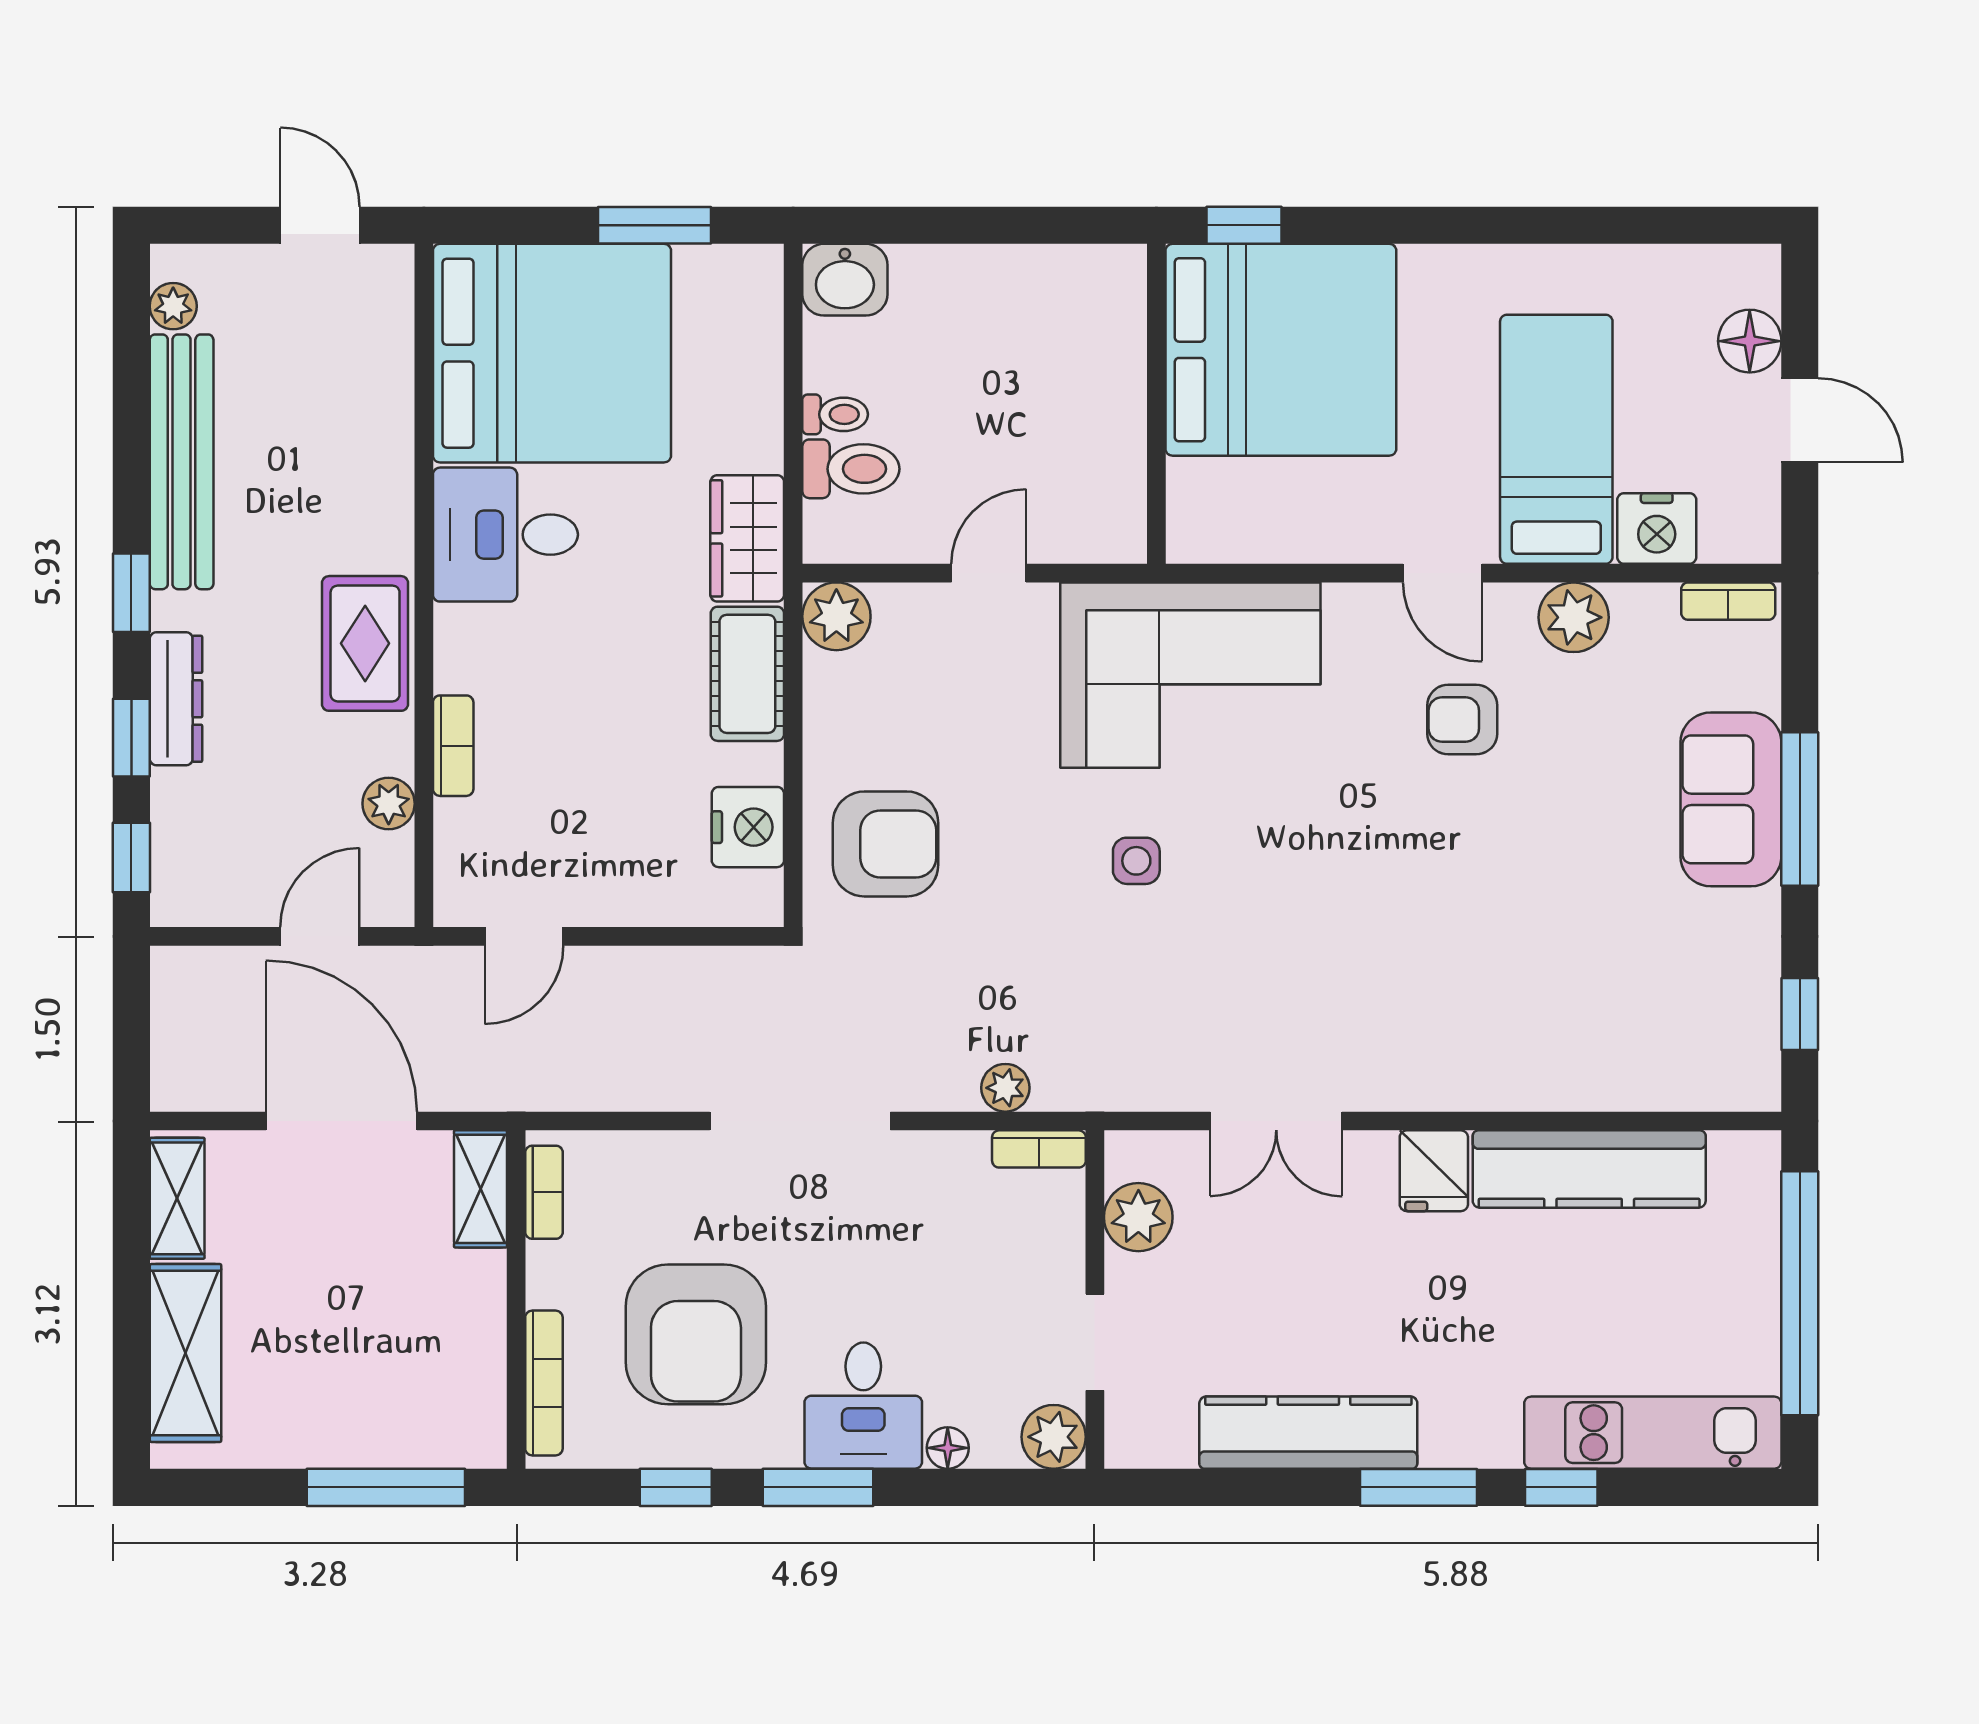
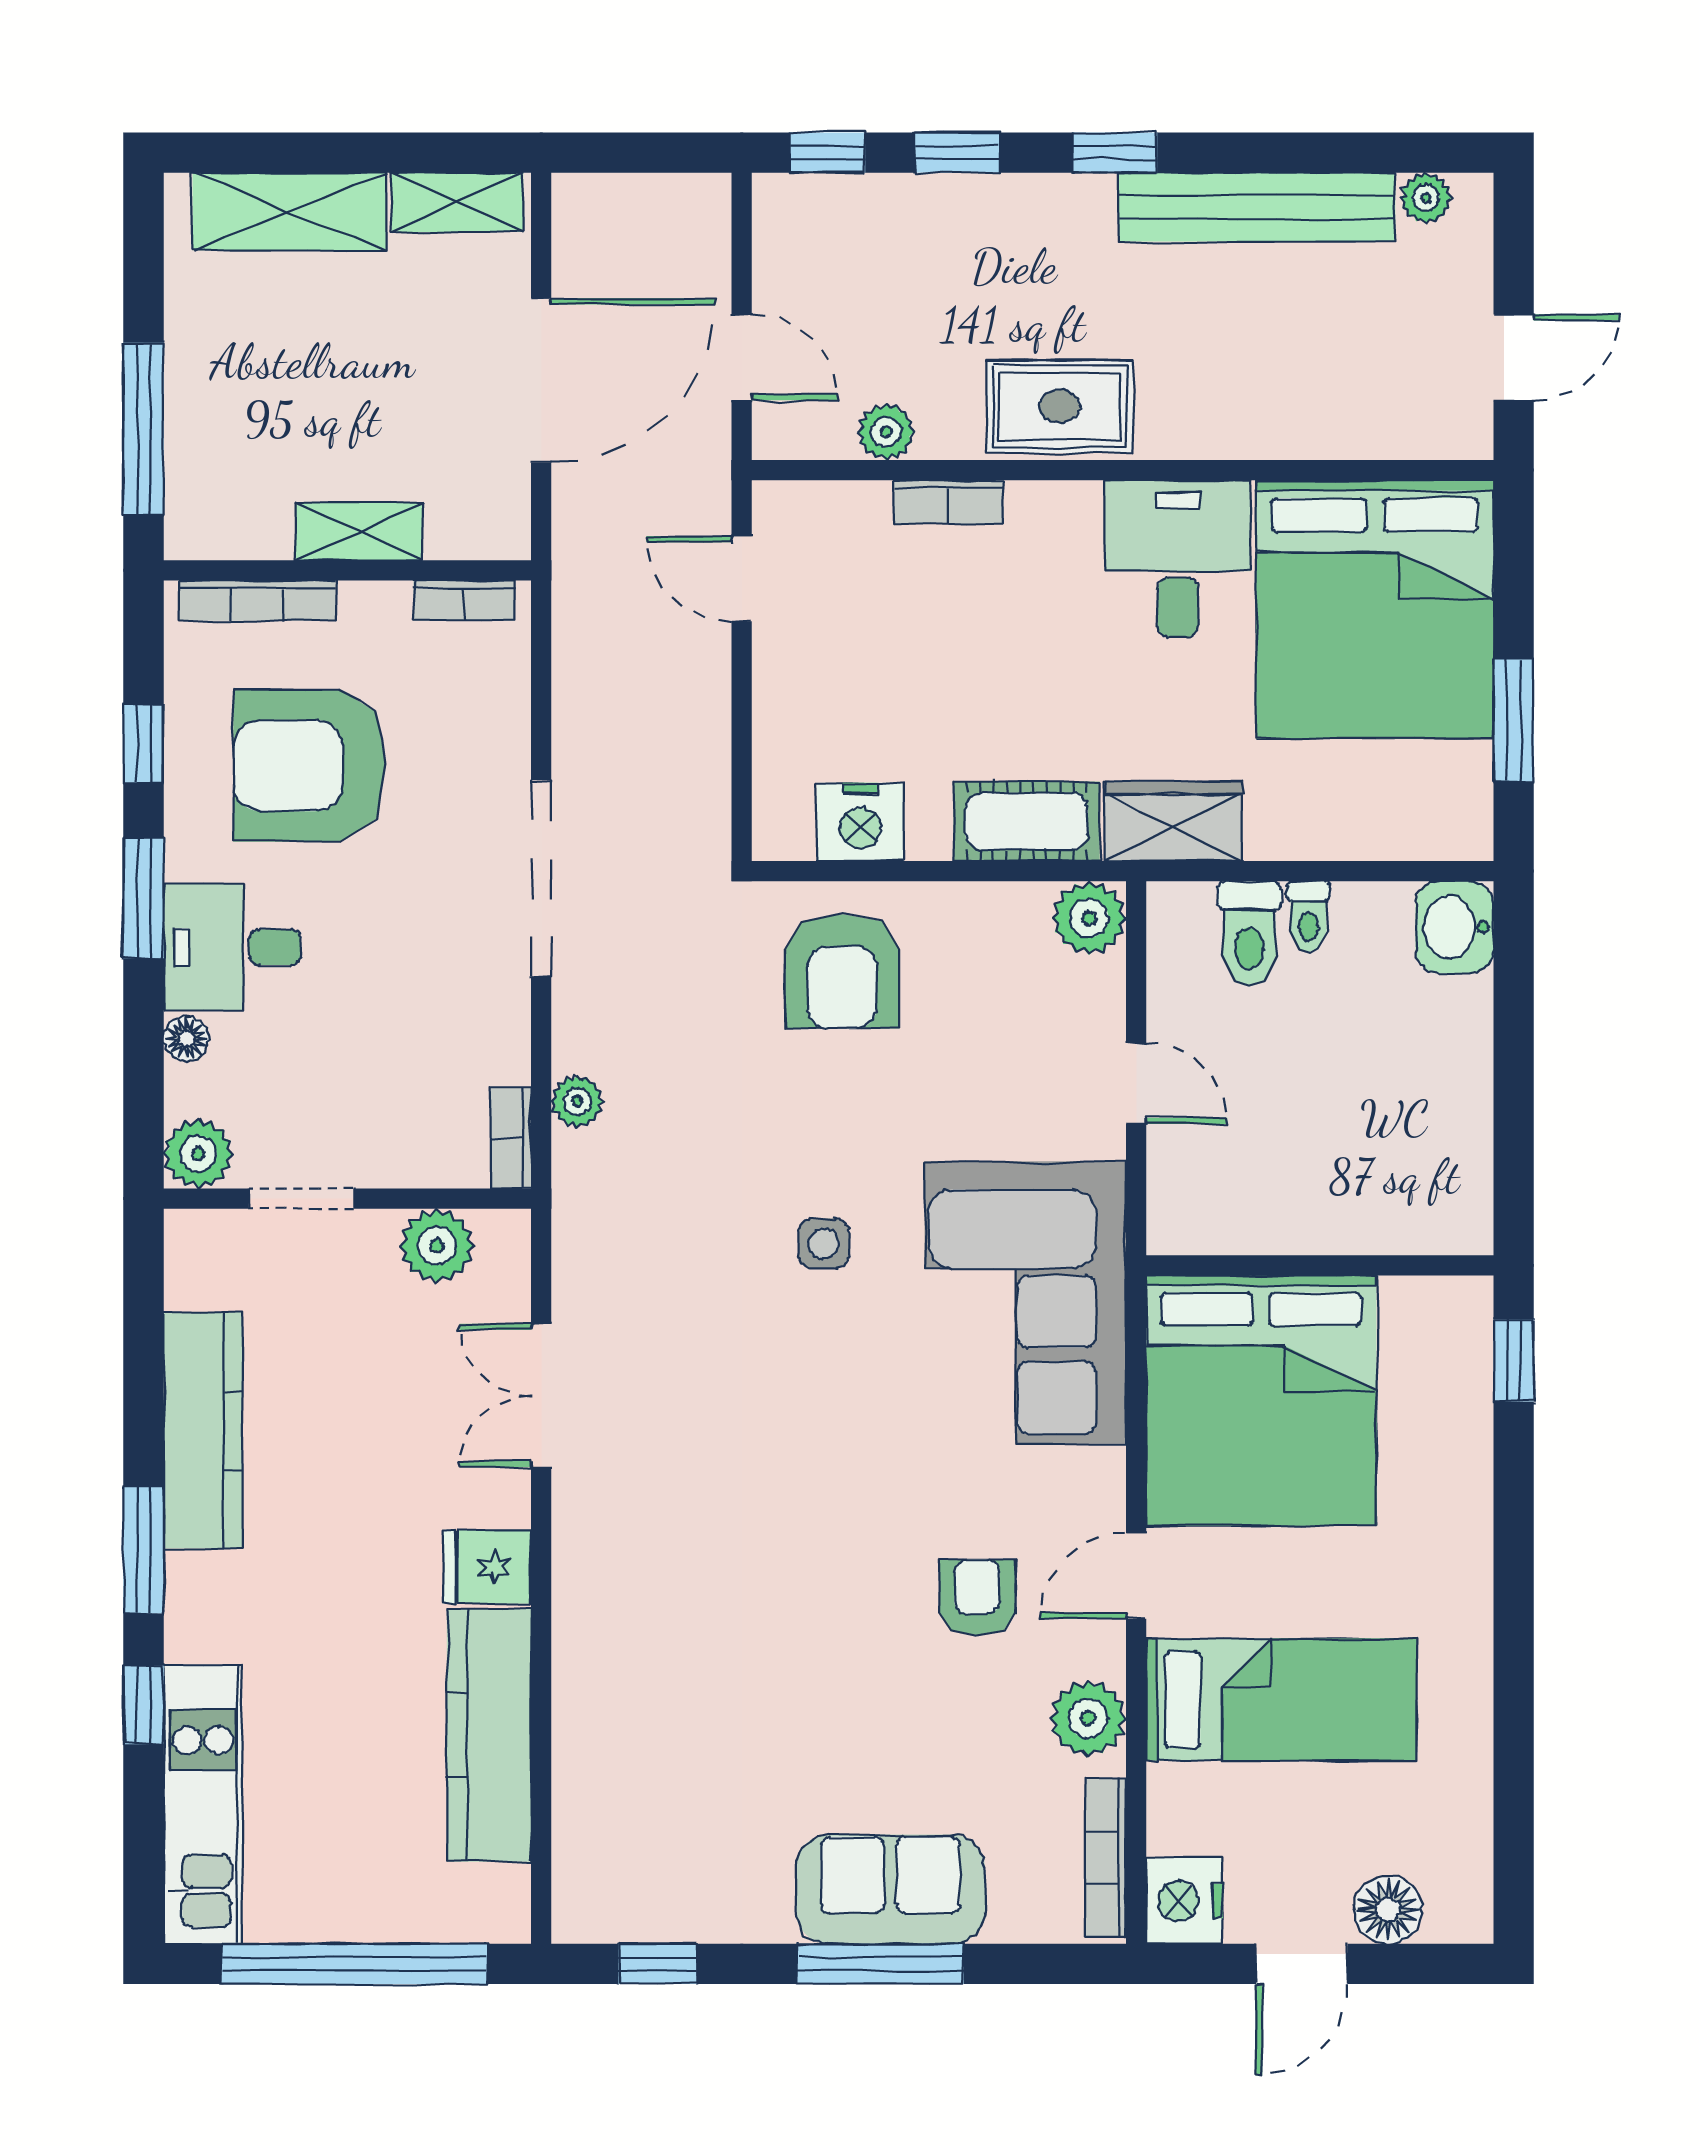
bed: (1281, 350) -> (1261, 1401), moved
nightstand: (1657, 528) -> (1184, 1901), moved
bookcase: (1728, 601) -> (1106, 1858), width x1.56
dresser: (176, 699) -> (1000, 201), removed
shelving: (481, 1189) -> (359, 532), moved

